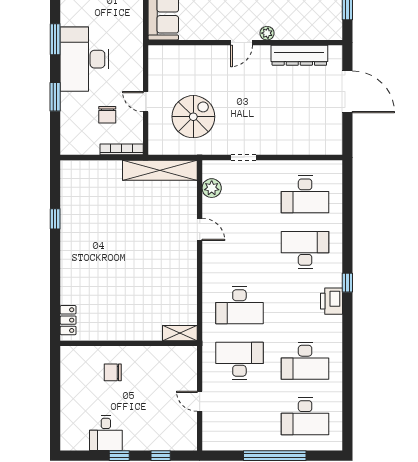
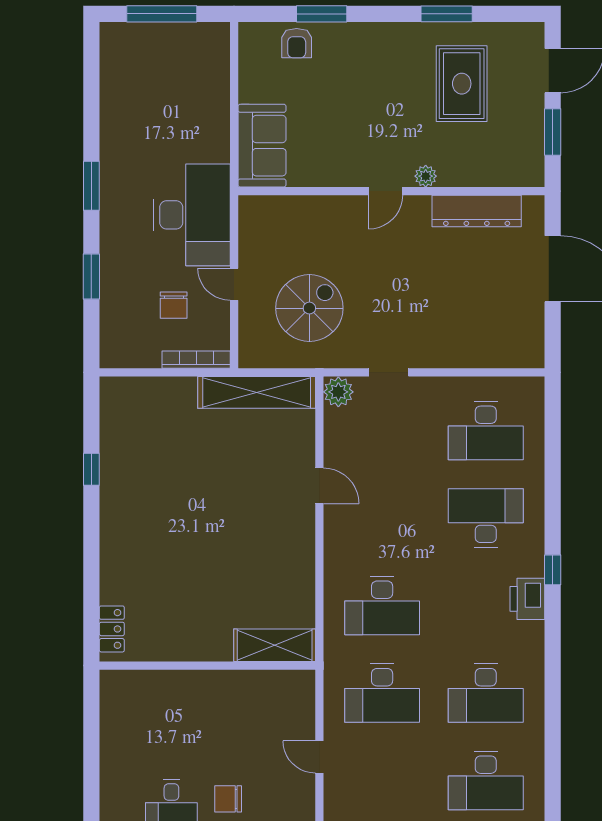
desk: (84, 59) -> (192, 215), moved, turned 180
plant: (212, 188) -> (338, 392), moved
shelving: (180, 333) -> (275, 645), width x1.50, depth x1.33
desk: (239, 361) -> (382, 693), turned 180
chair: (113, 372) -> (228, 799), moved

